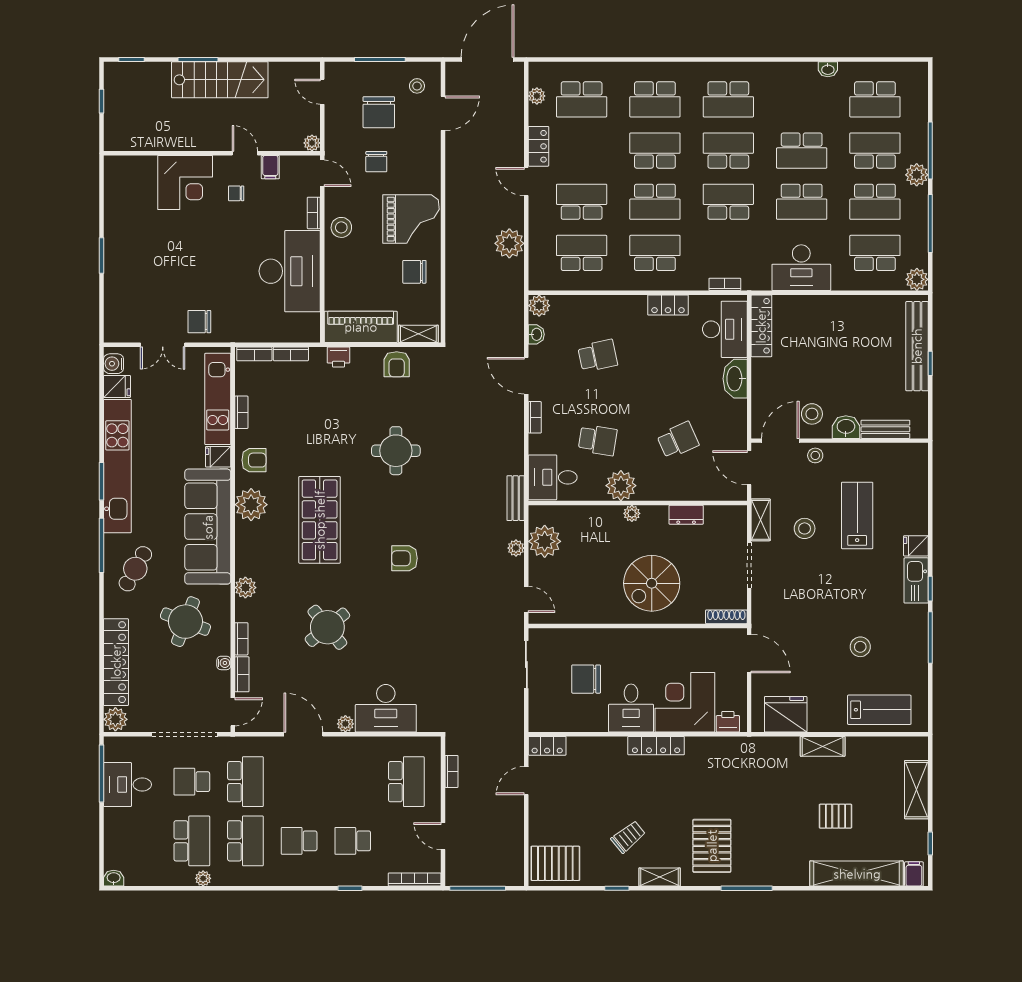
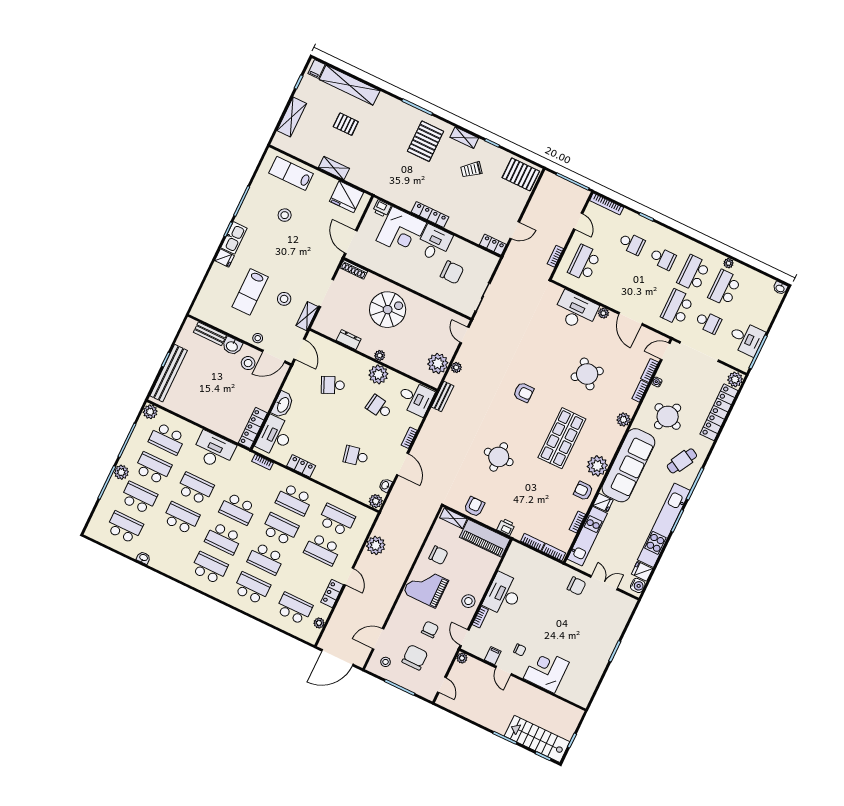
stairs: (220, 80) -> (537, 739), moved
school desk: (875, 151) -> (139, 498), turned 180
school desk: (582, 253) -> (337, 520), turned 180
desk: (290, 271) -> (503, 594), width x0.73, depth x0.77

